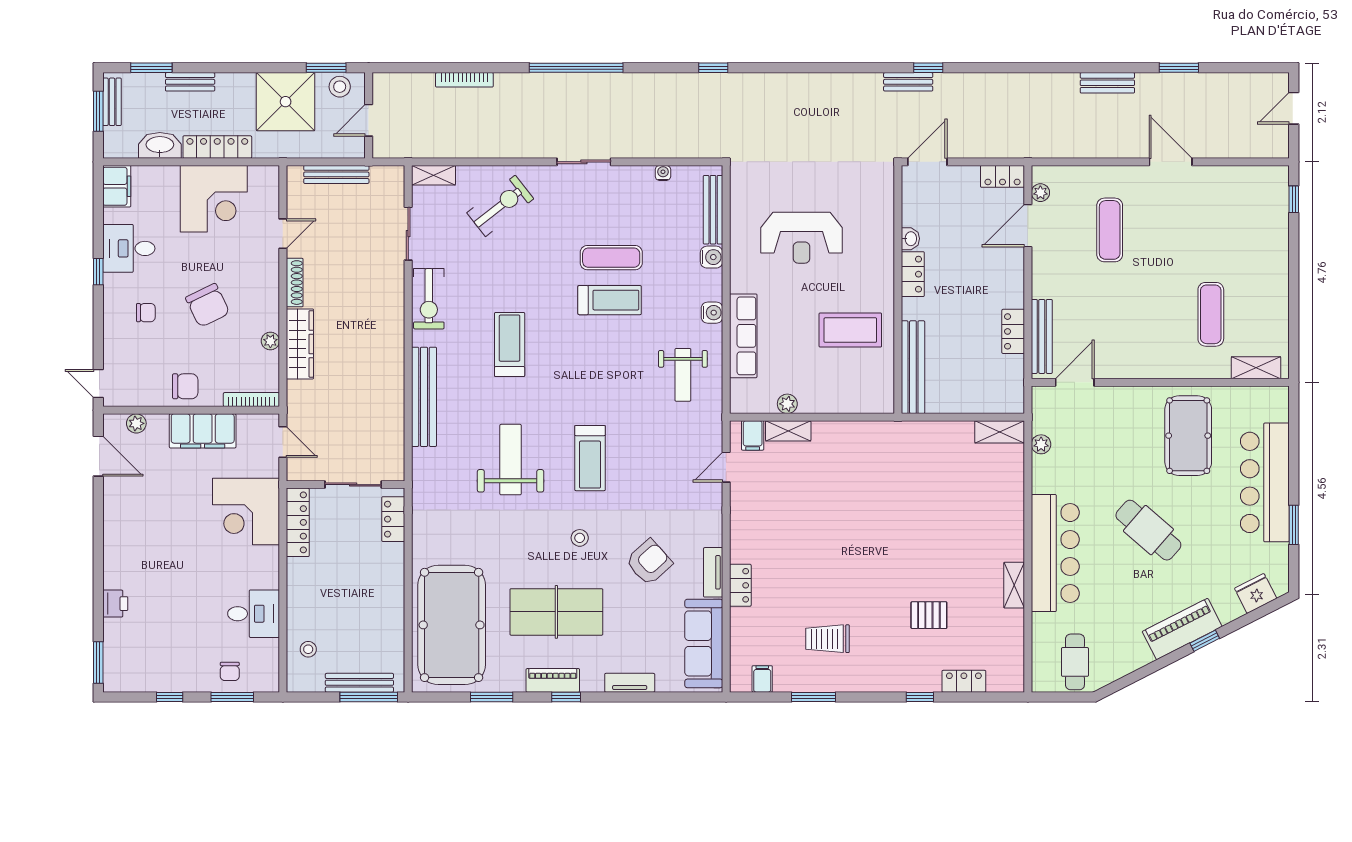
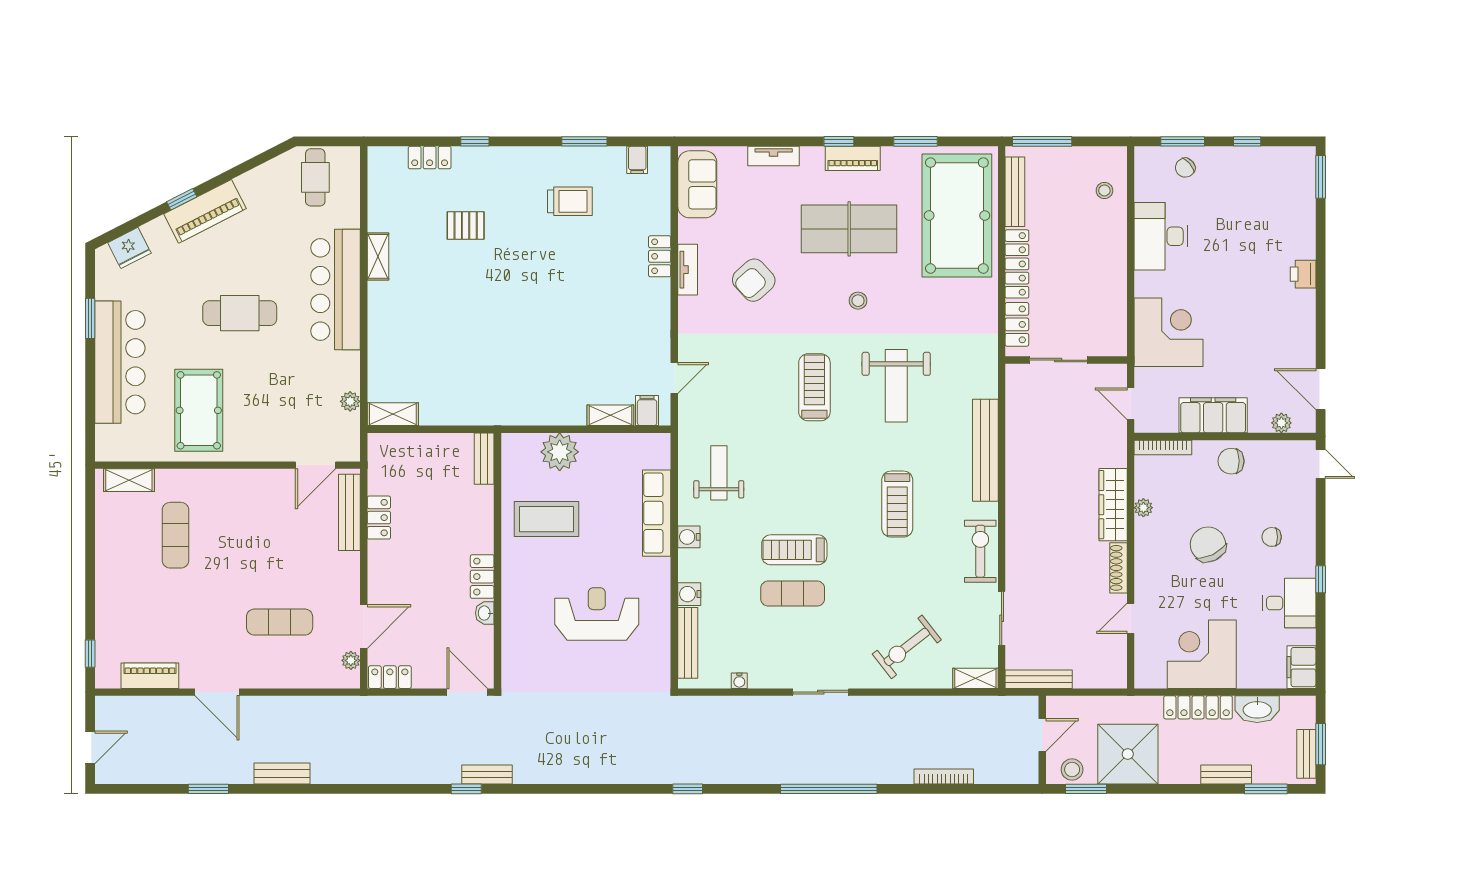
door: (927, 162) -> (467, 692), swing flipped
bench: (336, 174) -> (1039, 679), moved
piano: (1236, 178) -> (150, 676), added
exercise mat: (1110, 230) -> (280, 622), turned 90
bench: (913, 367) -> (484, 459), width x0.54, depth x0.82
plant: (787, 404) -> (560, 452), moved, width x1.88, depth x1.88
locker: (298, 522) -> (1017, 264), moved, turned 180
cafe table: (1148, 530) -> (240, 313), turned -41
stool: (580, 538) -> (858, 301), moved
printer: (115, 604) -> (1303, 274), moved
desk: (254, 614) -> (1161, 236), width x1.37
sofa: (704, 643) -> (697, 184), width x0.73
chair: (230, 671) -> (1185, 168), turned -131
bench: (359, 683) -> (1015, 192), moved, turned 90

